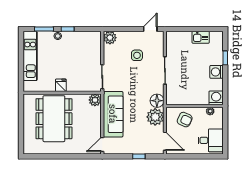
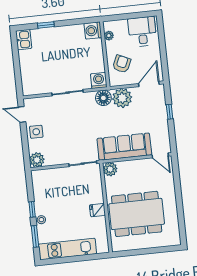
kitchen sink: (201, 37) -> (24, 40), moved
side table: (137, 55) -> (36, 132), moved
washing machine: (217, 72) -> (99, 80), moved, turned 180

